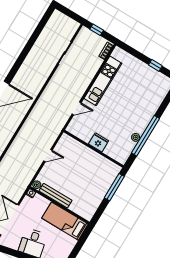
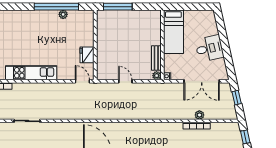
door: (77, 108) -> (82, 81), moved
fridge: (99, 142) -> (87, 55), moved
bench: (55, 196) -> (156, 58), width x0.73

